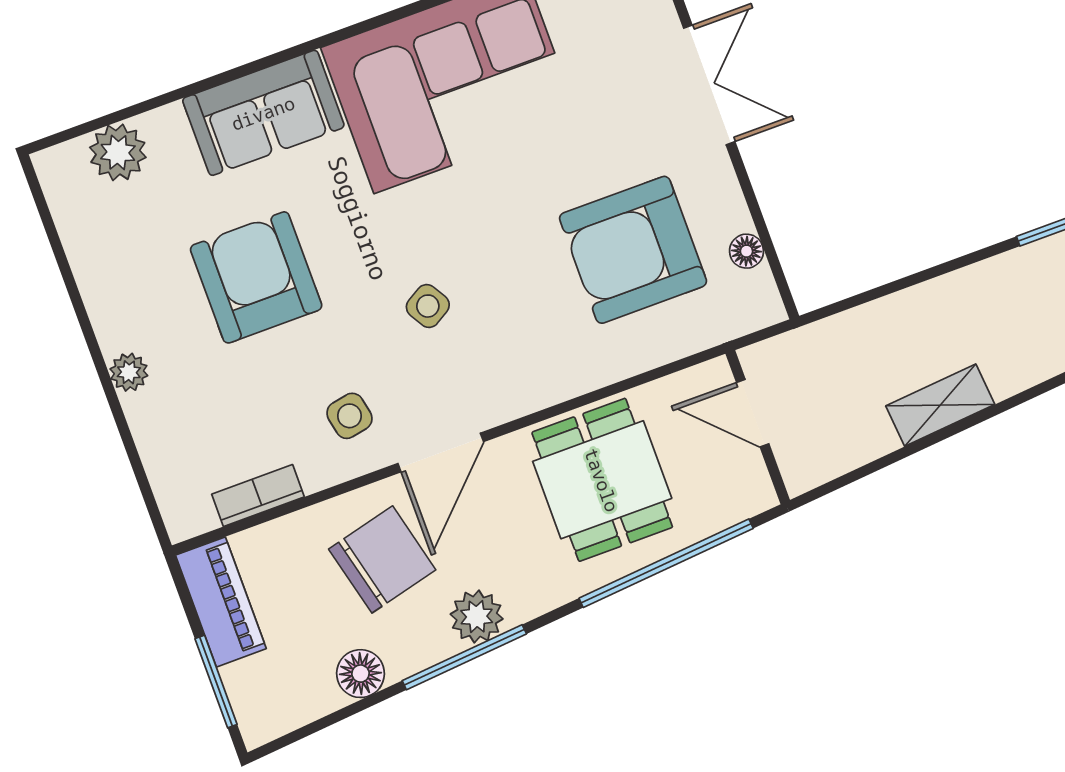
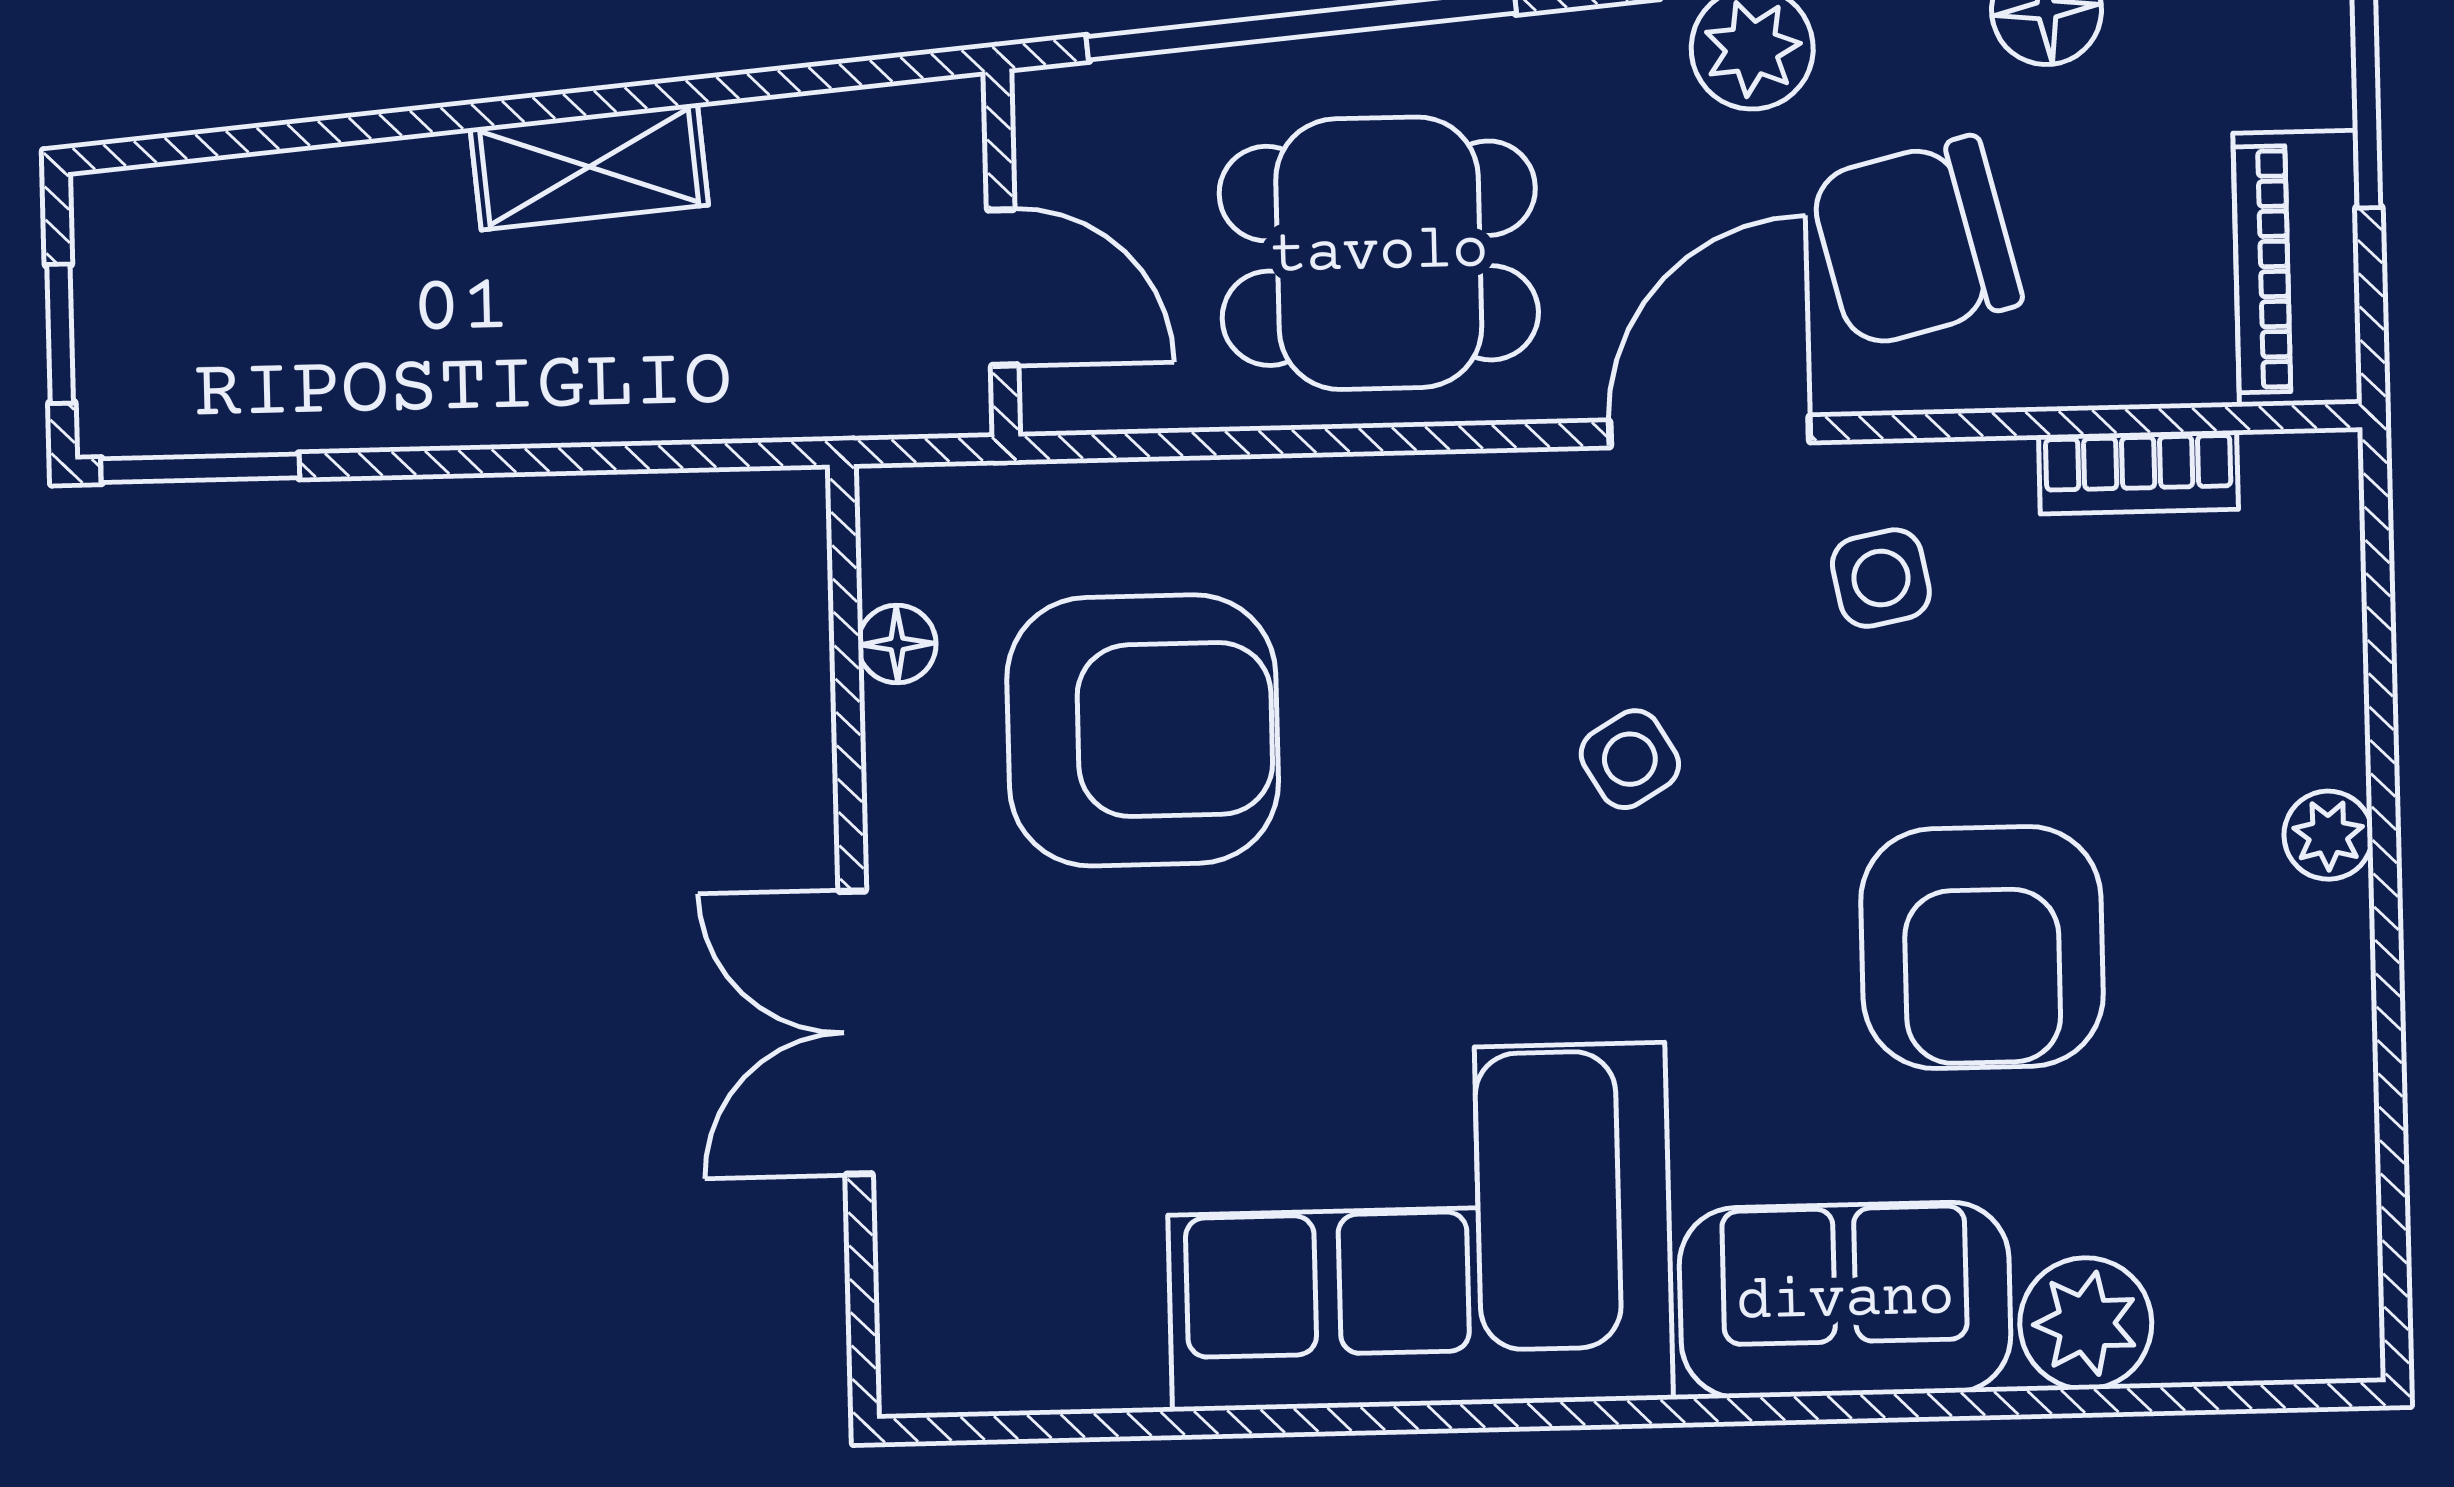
plant: (118, 152) -> (2086, 1323), moved
dining table: (602, 480) -> (1379, 253), turned 90

